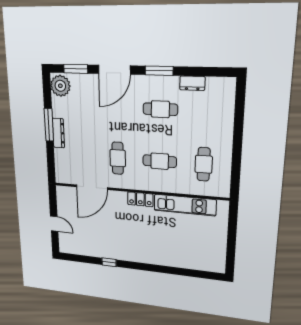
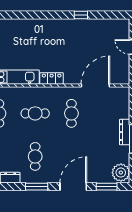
cafe table: (160, 109) -> (35, 156), turned 90

